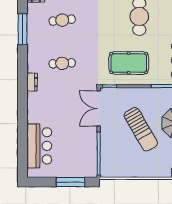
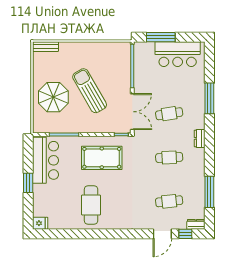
cafe table: (62, 107) -> (169, 114), added
window: (23, 122) -> (209, 98), added
bar counter: (39, 146) -> (178, 54), moved, turned -90

